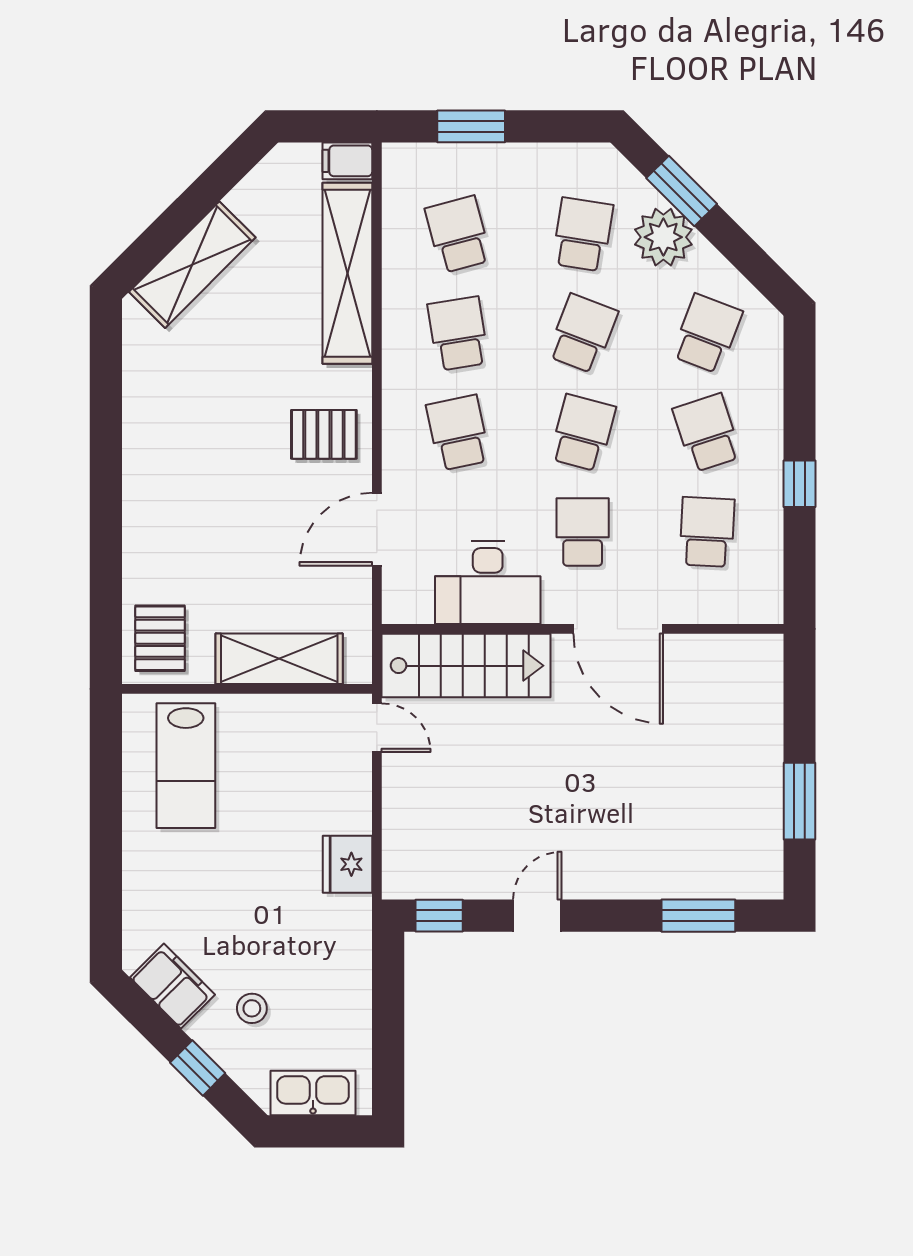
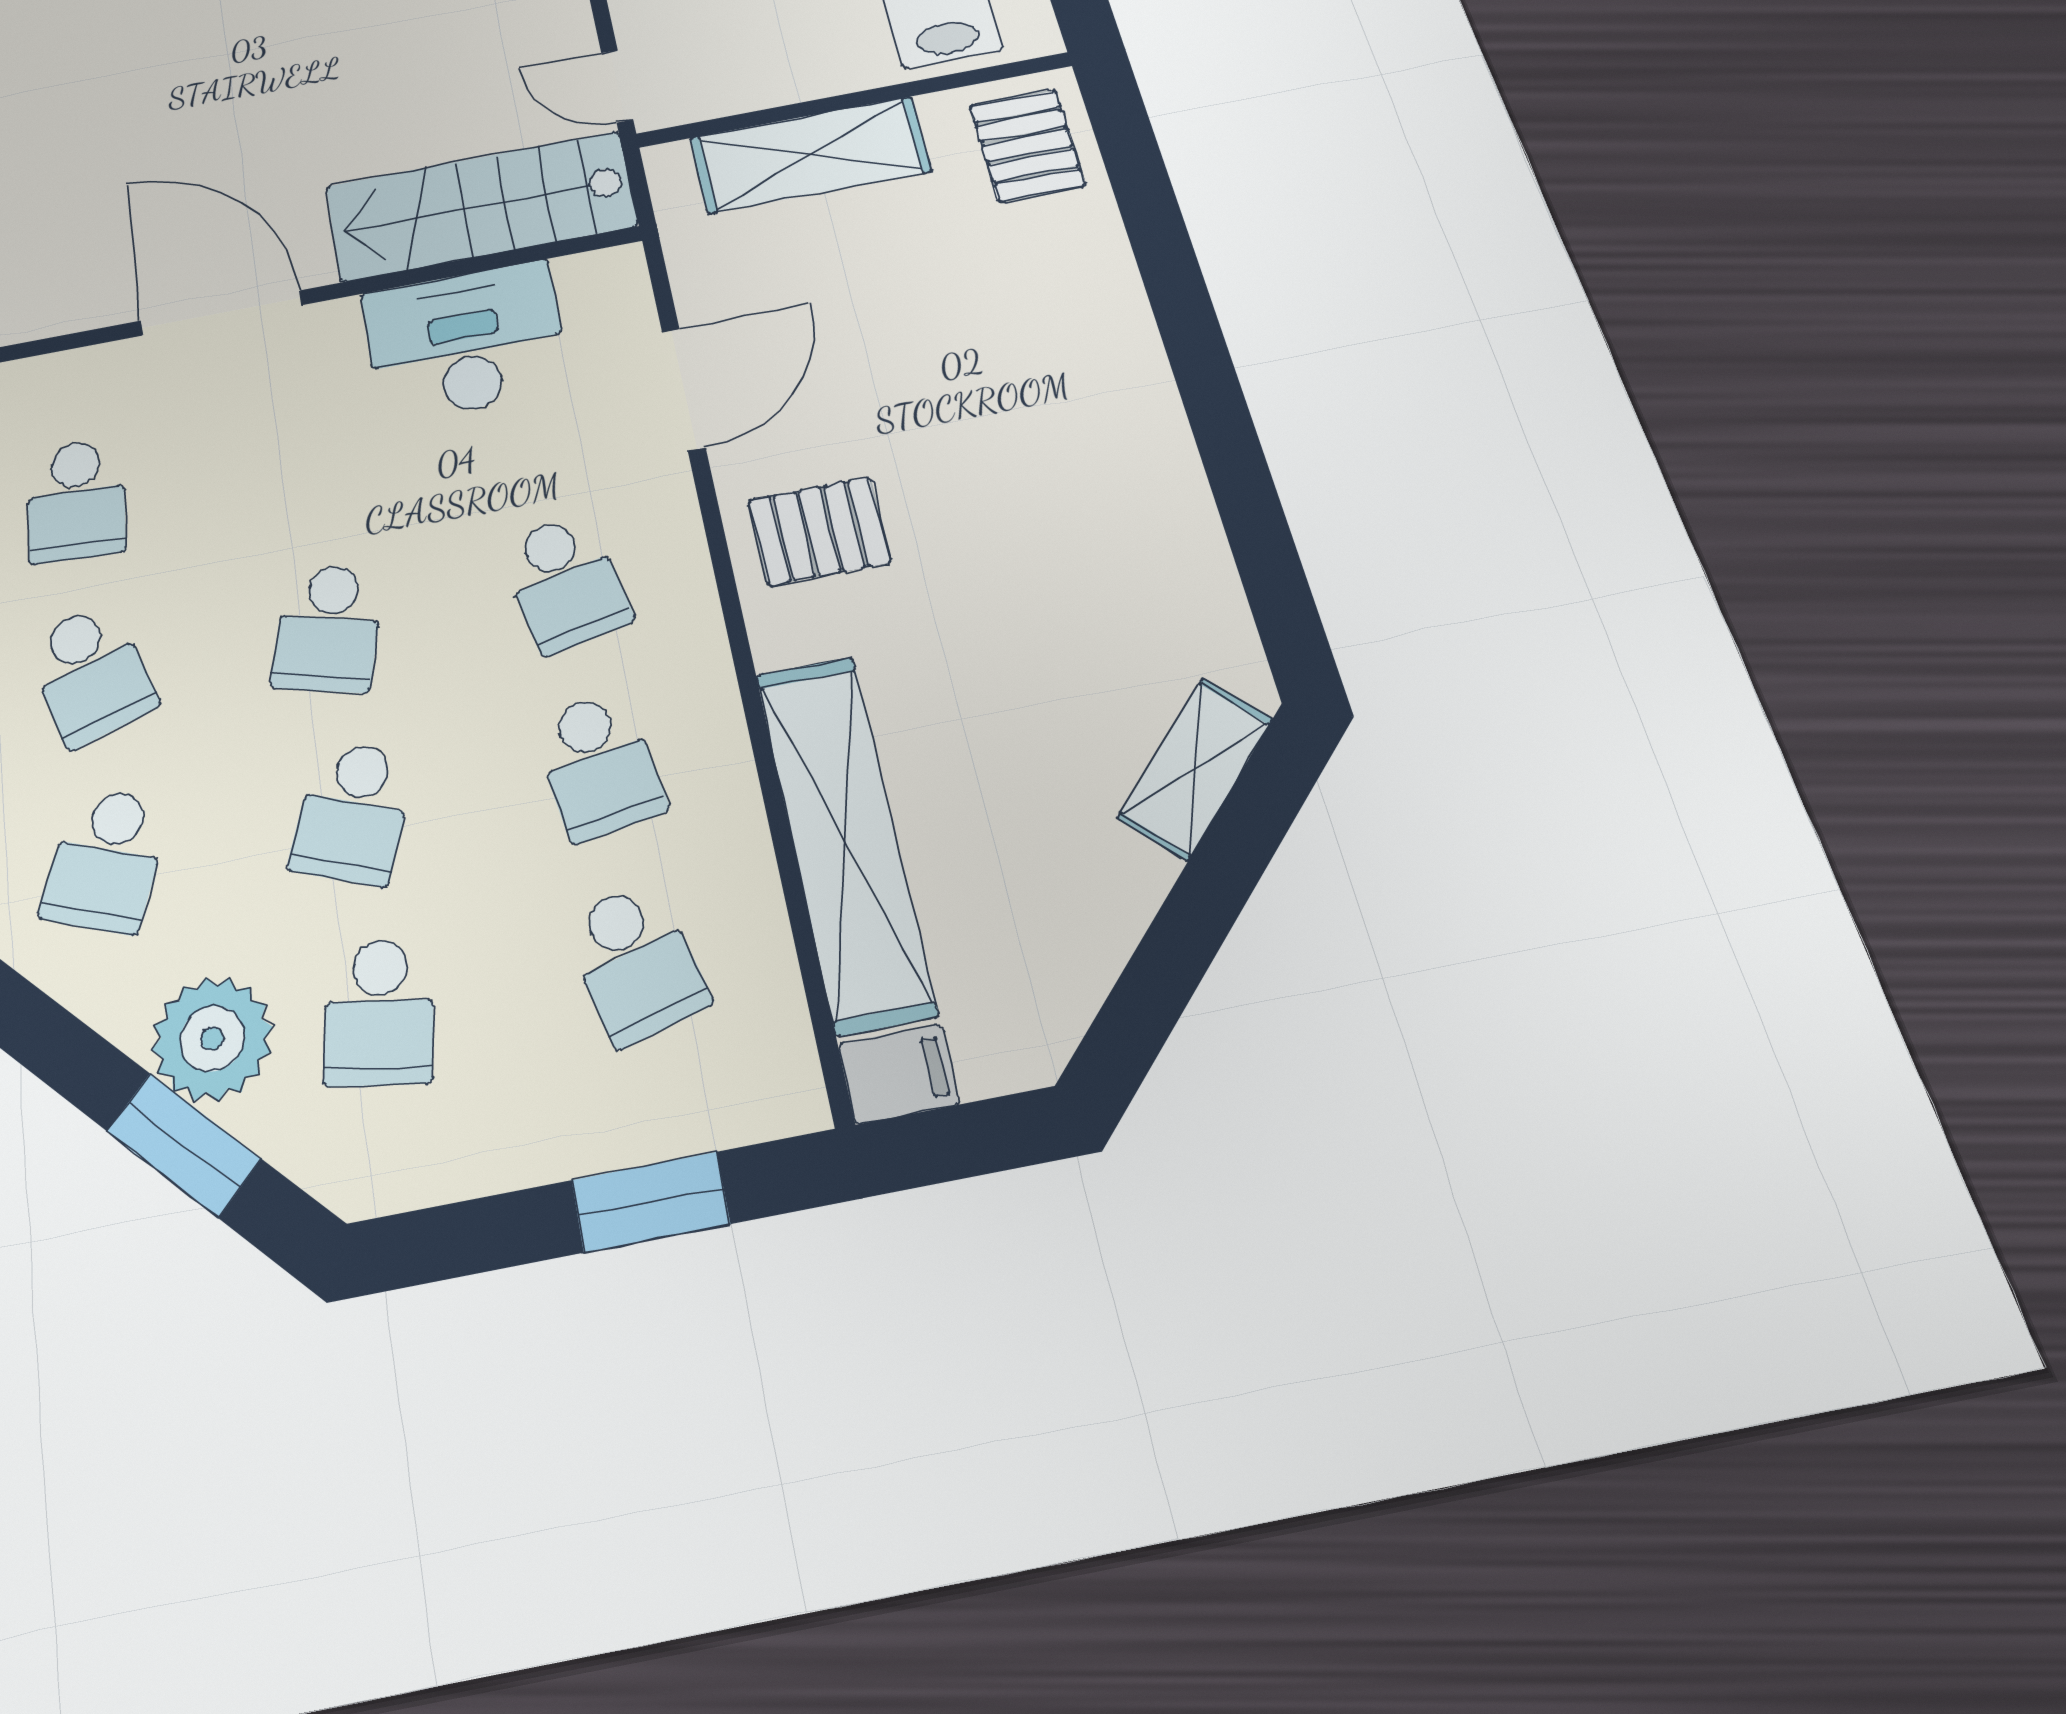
shelving: (192, 265) -> (1195, 768), width x0.67, depth x0.75
school desk: (583, 532) -> (305, 457), removed

